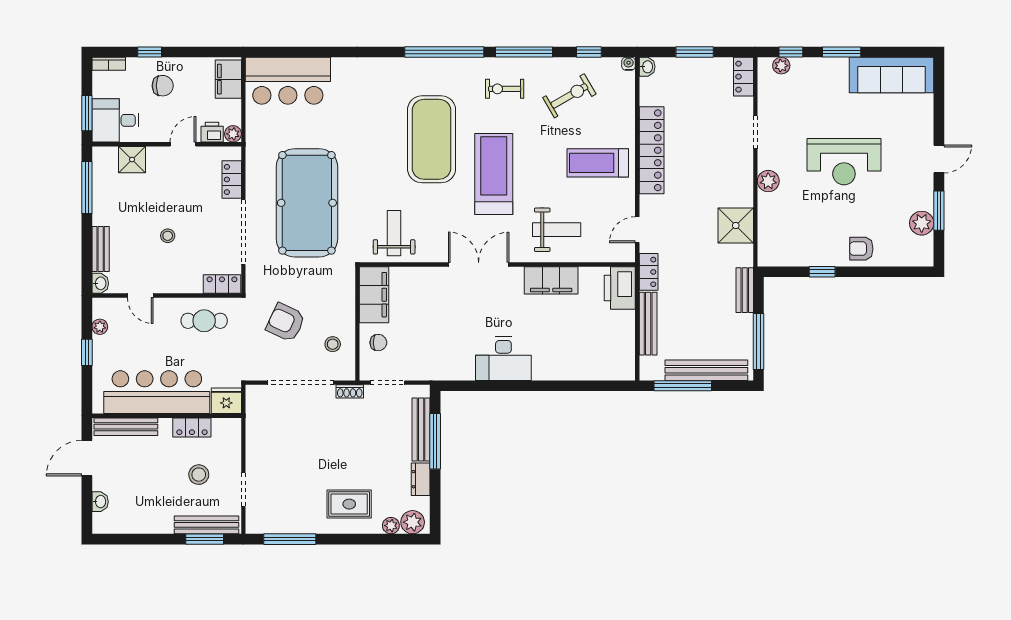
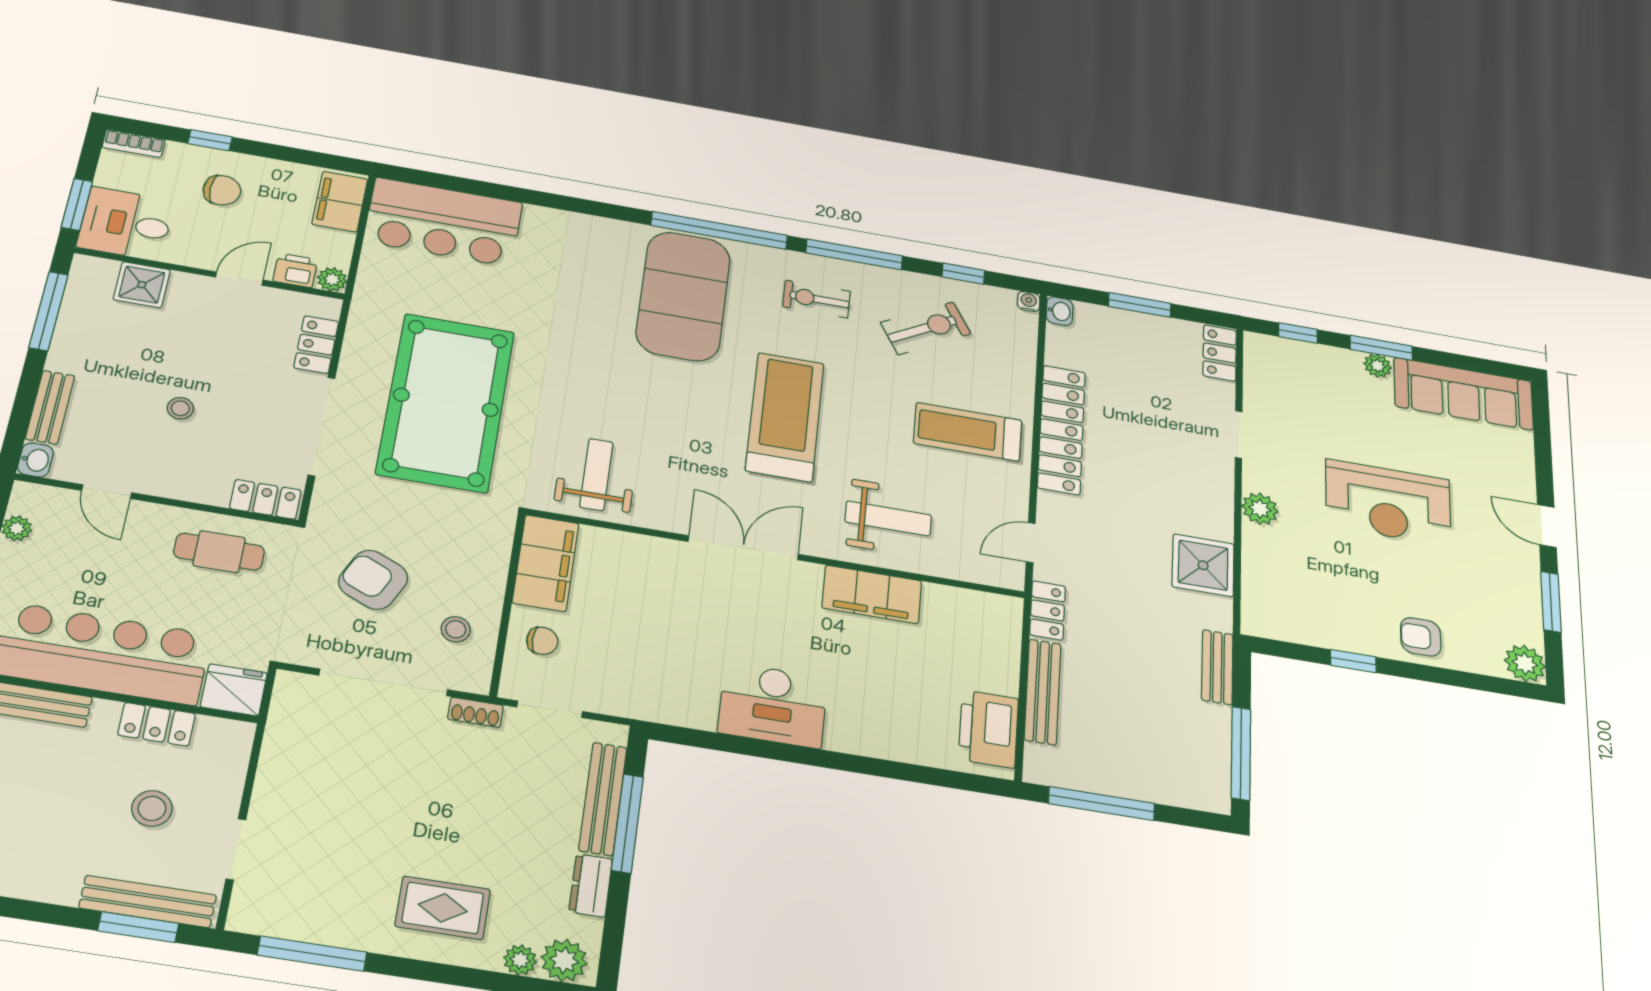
plant: (781, 66) -> (1378, 366), moved
exercise mat: (432, 139) -> (683, 296), moved
door: (939, 159) -> (1547, 526), swing flipped
plant: (922, 223) -> (1525, 663), moved
printer: (620, 288) -> (989, 729), moved
bench: (706, 370) -> (1146, 785), removed

